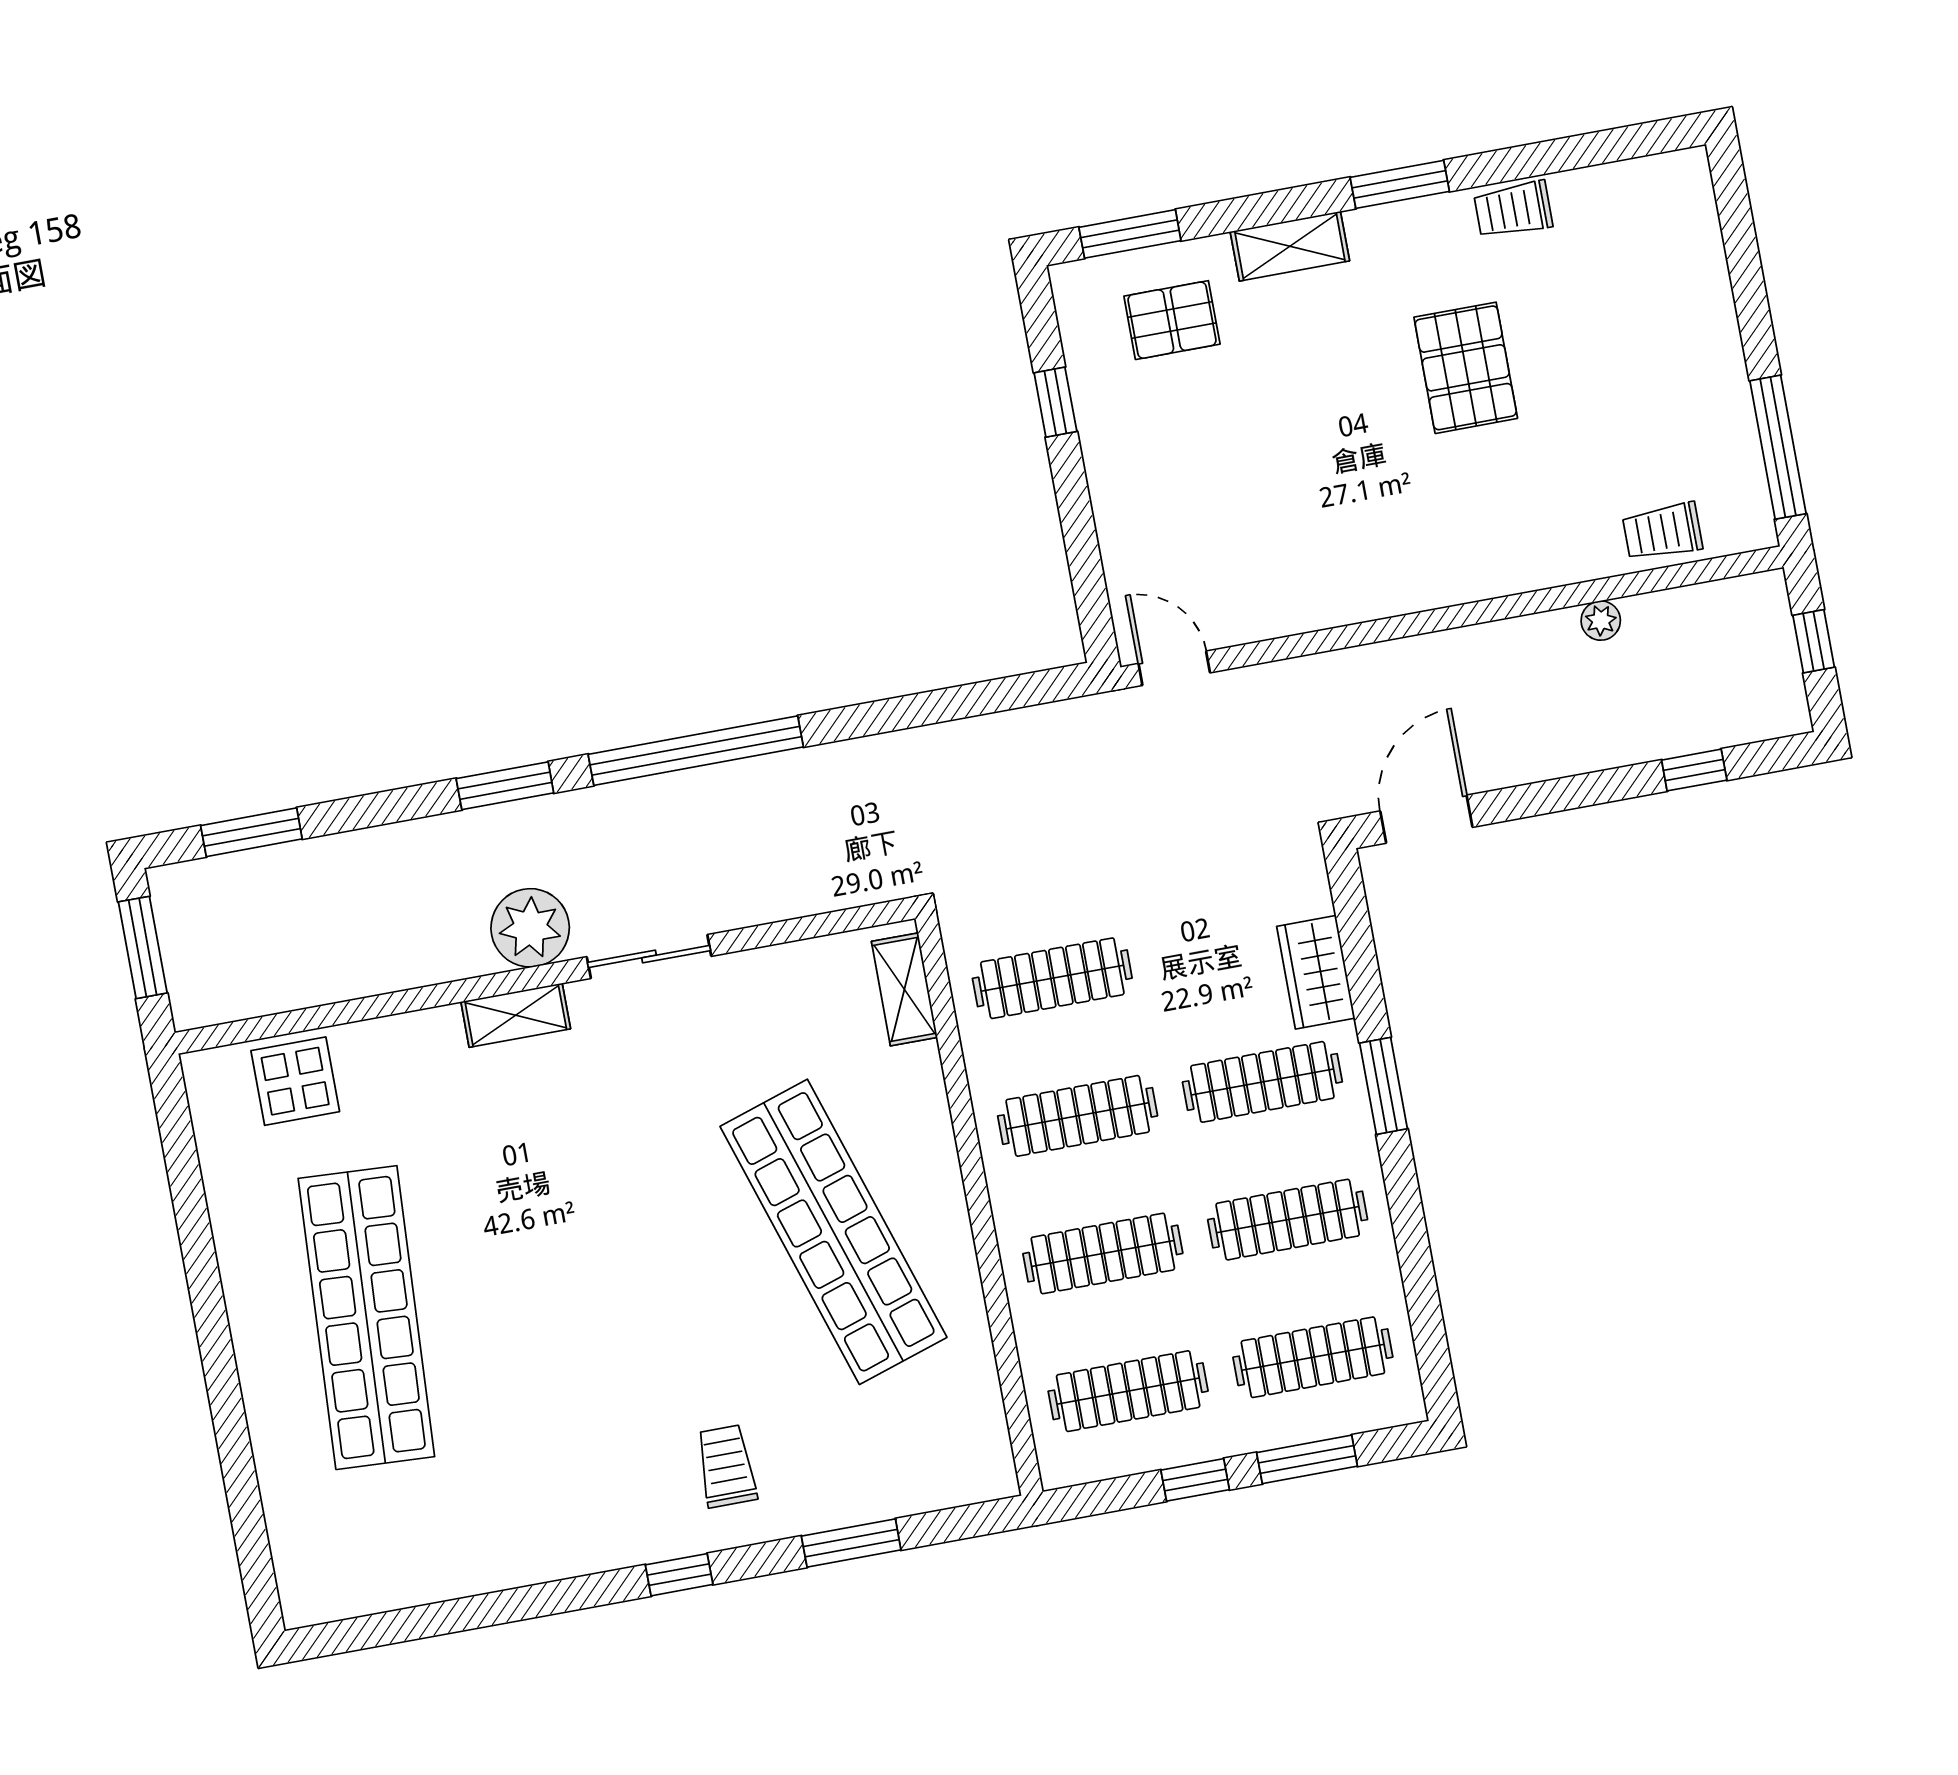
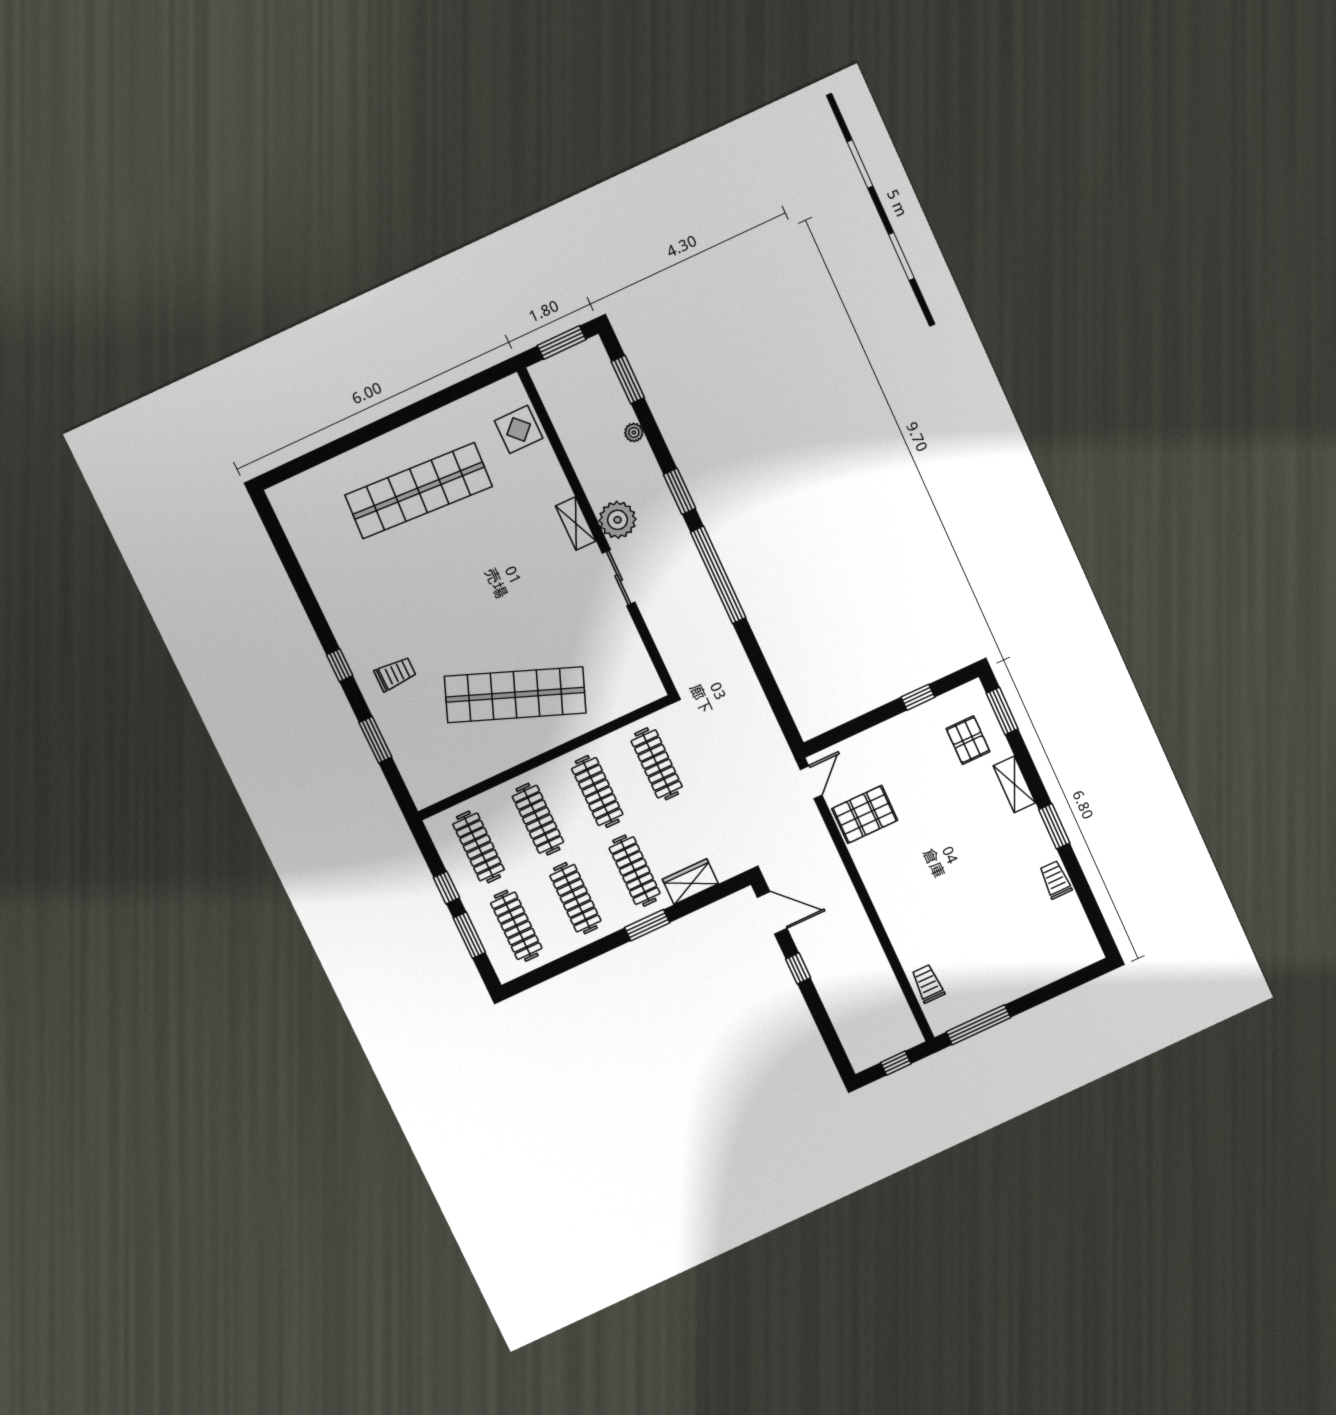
pallet: (1466, 368) -> (865, 814), moved
plant: (1601, 621) -> (634, 432), moved
window: (1694, 770) -> (798, 968), moved
shelving: (904, 989) -> (634, 698), removed
shop shelf: (833, 1232) -> (515, 695), turned 39

